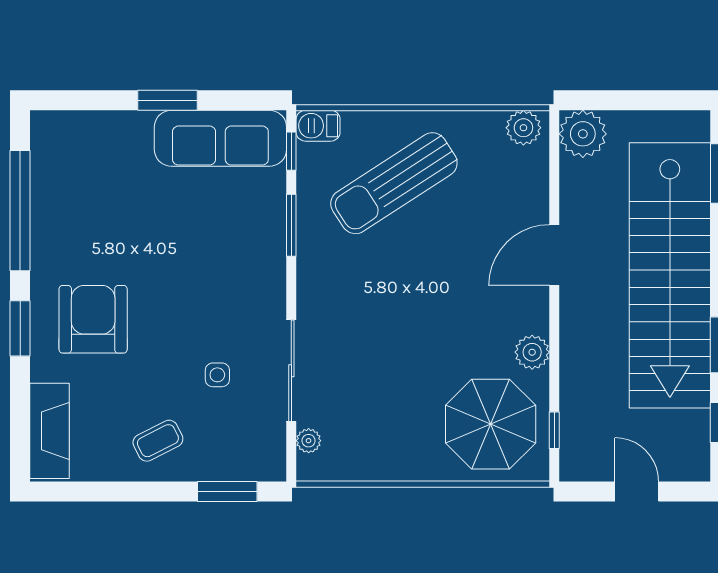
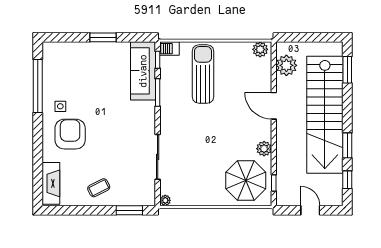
plant: (583, 134) -> (286, 65), moved
sofa: (220, 138) -> (143, 71), moved, turned 90
sun lounger: (394, 183) -> (203, 74), turned 123
door: (554, 255) -> (274, 106), hinge flipped
window: (20, 328) -> (38, 138), removed
side table: (217, 375) -> (60, 106), moved
plant: (309, 441) -> (165, 200), moved

